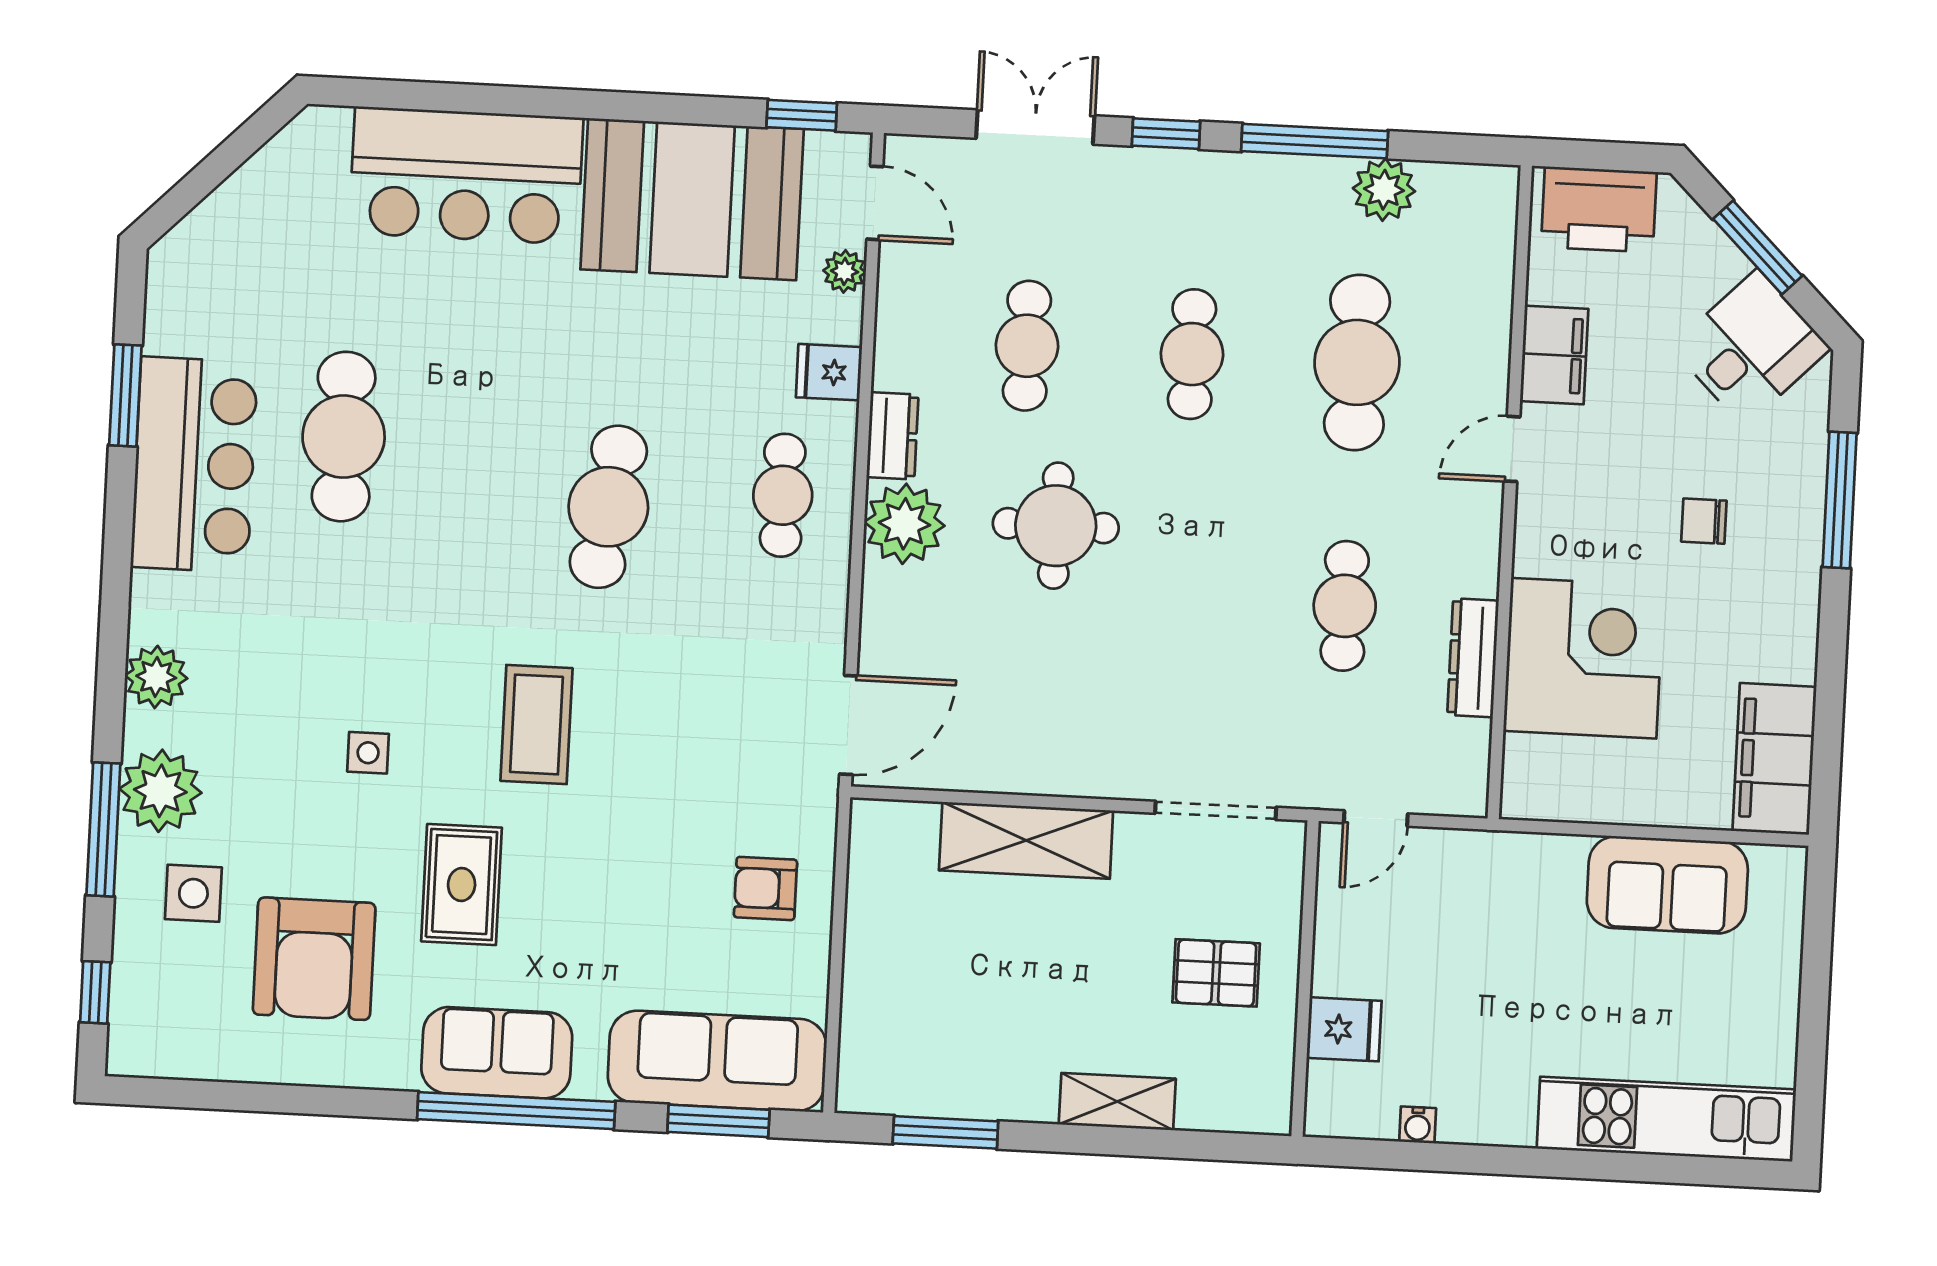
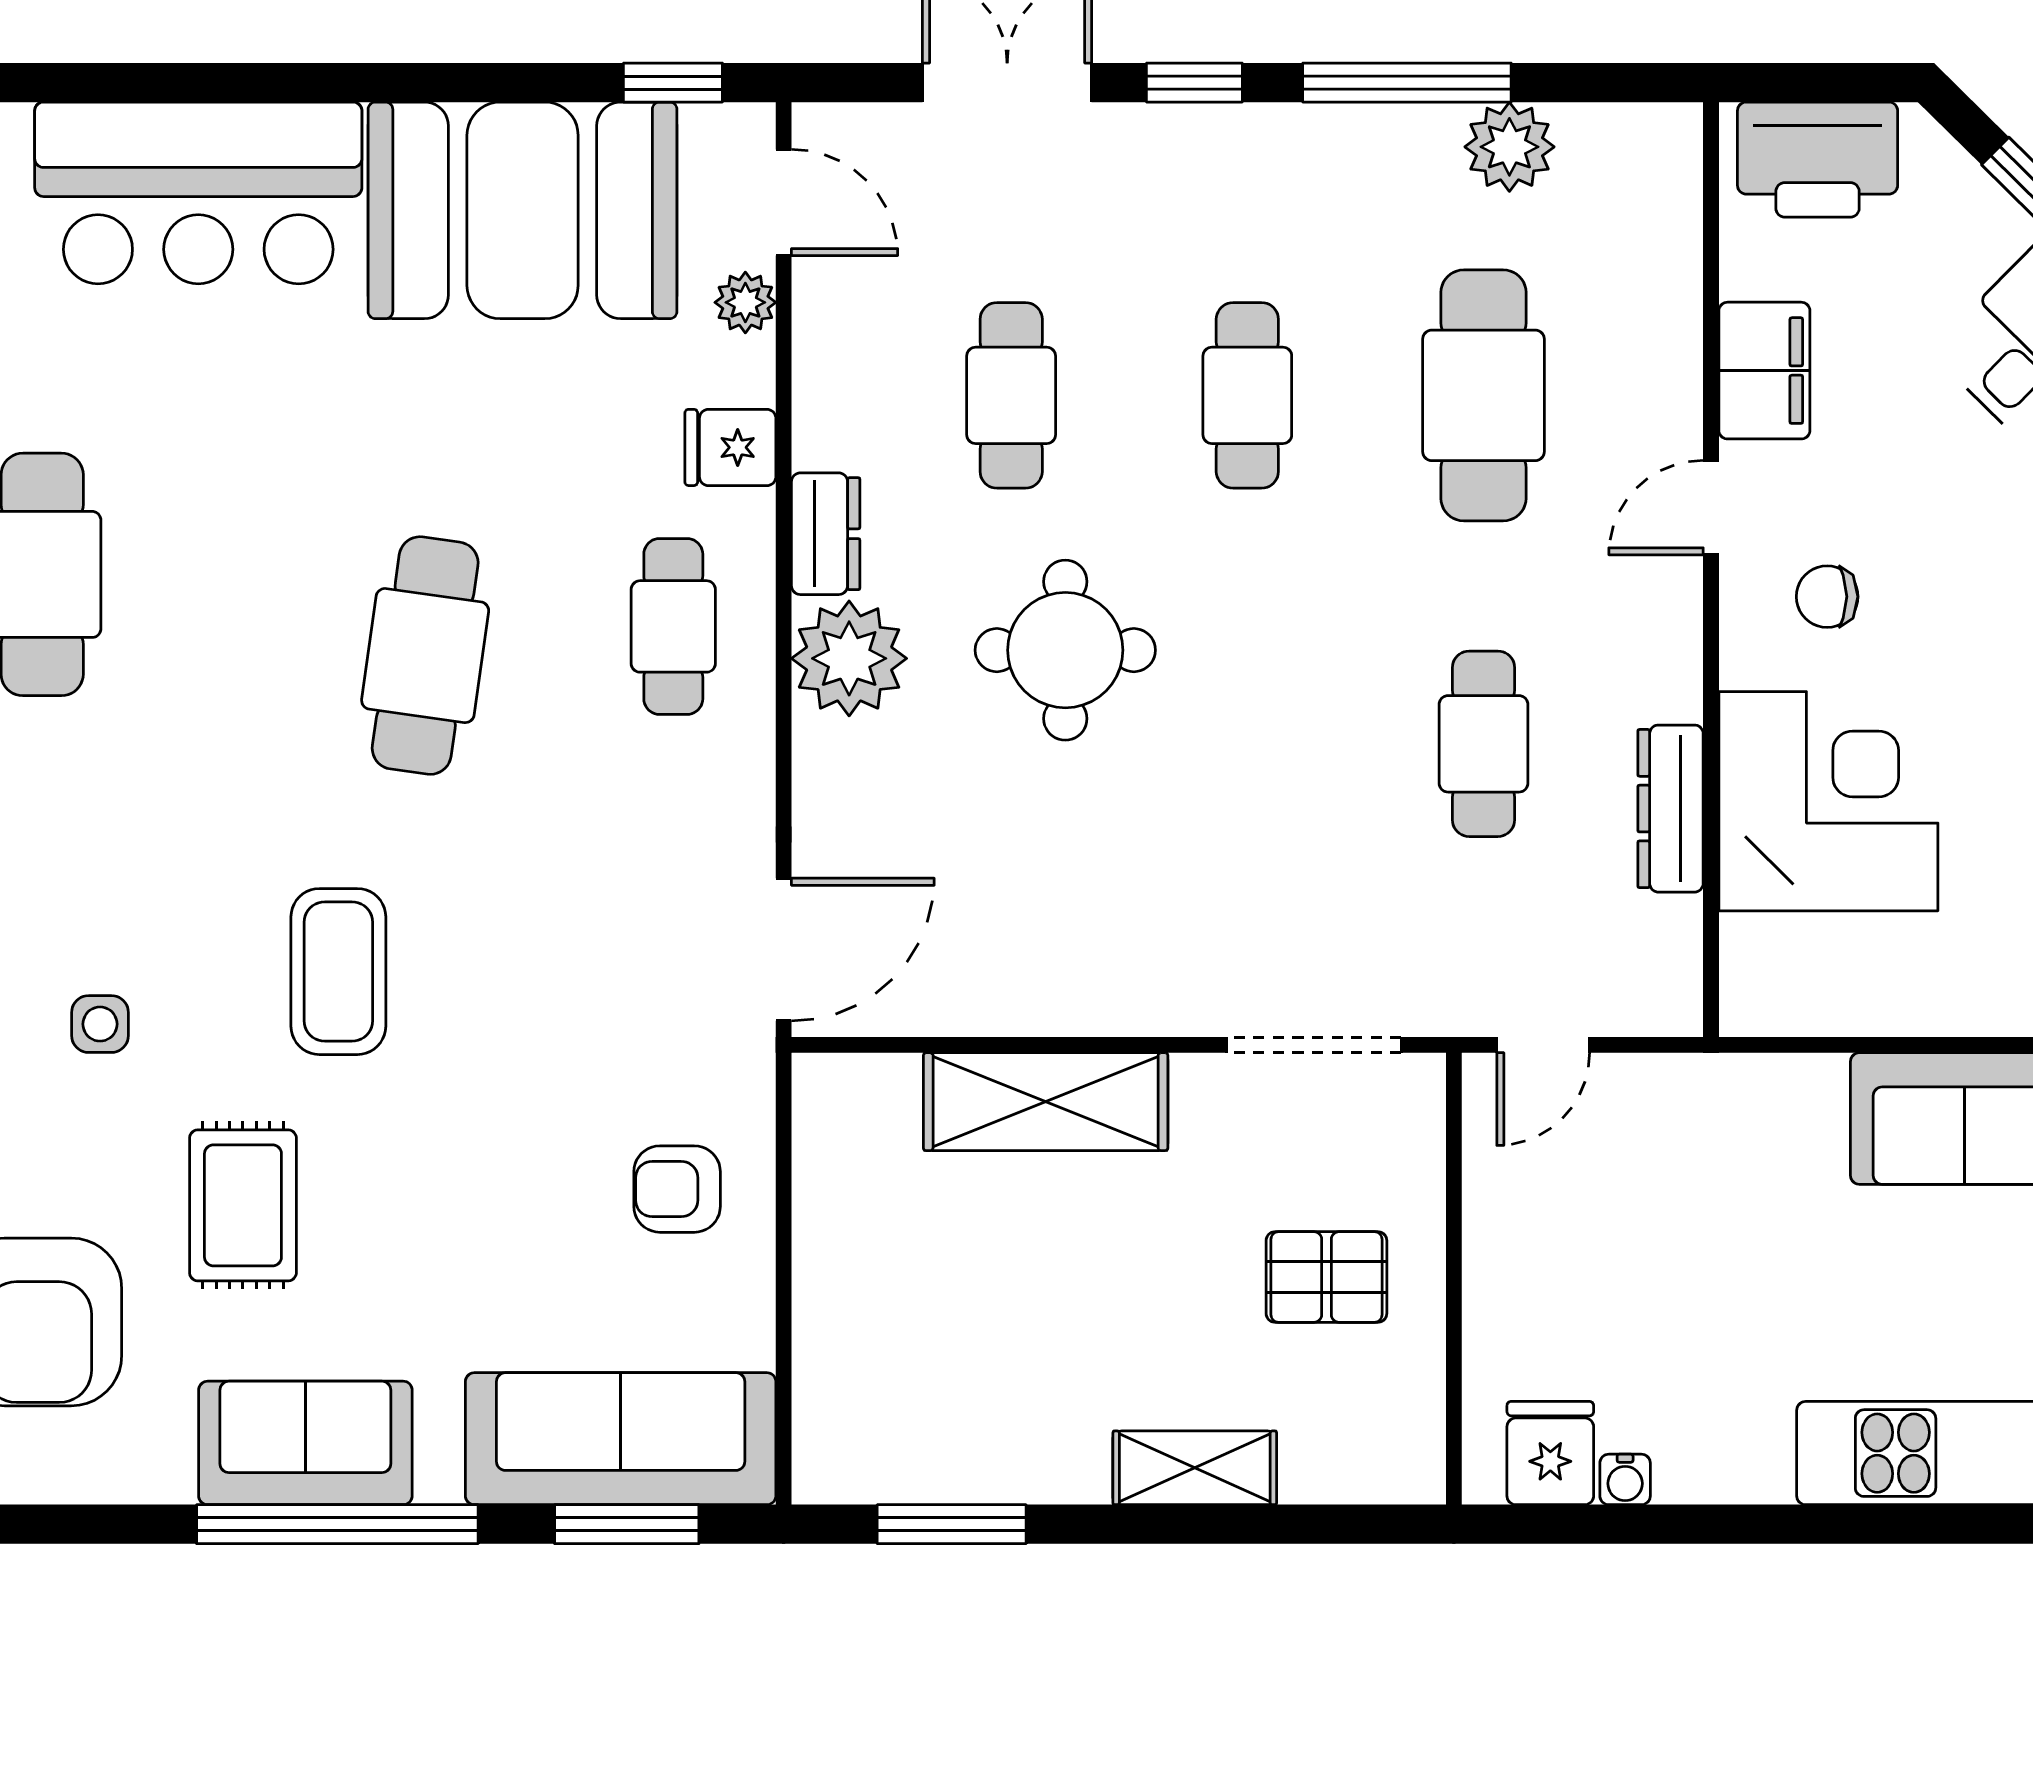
chair: (1704, 521) -> (1827, 597), moved
fridge: (1344, 1029) -> (1550, 1453), moved, turned -90

